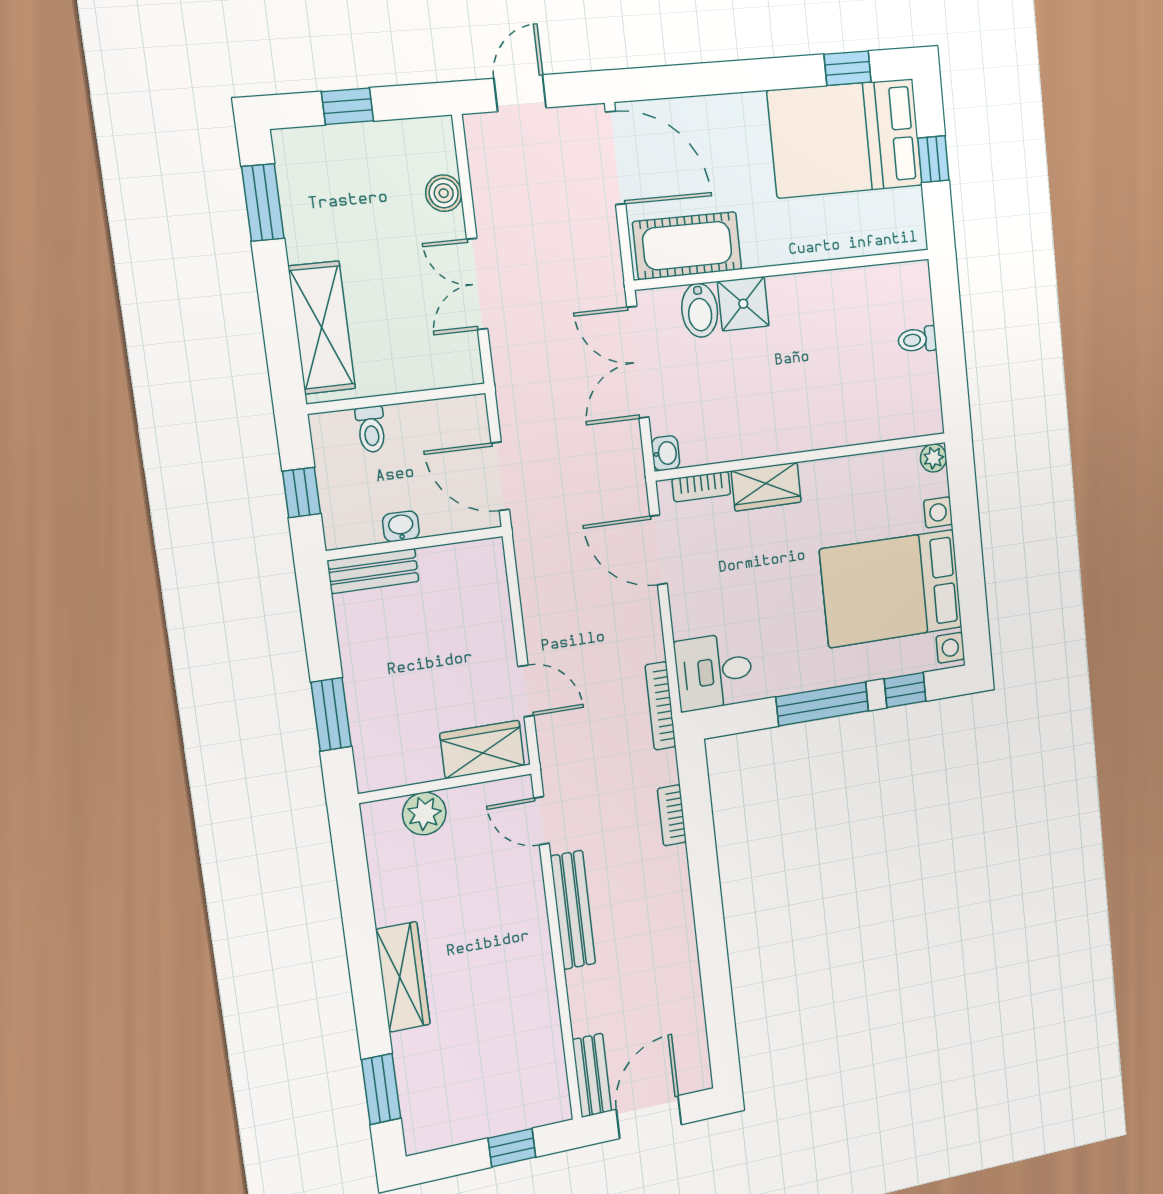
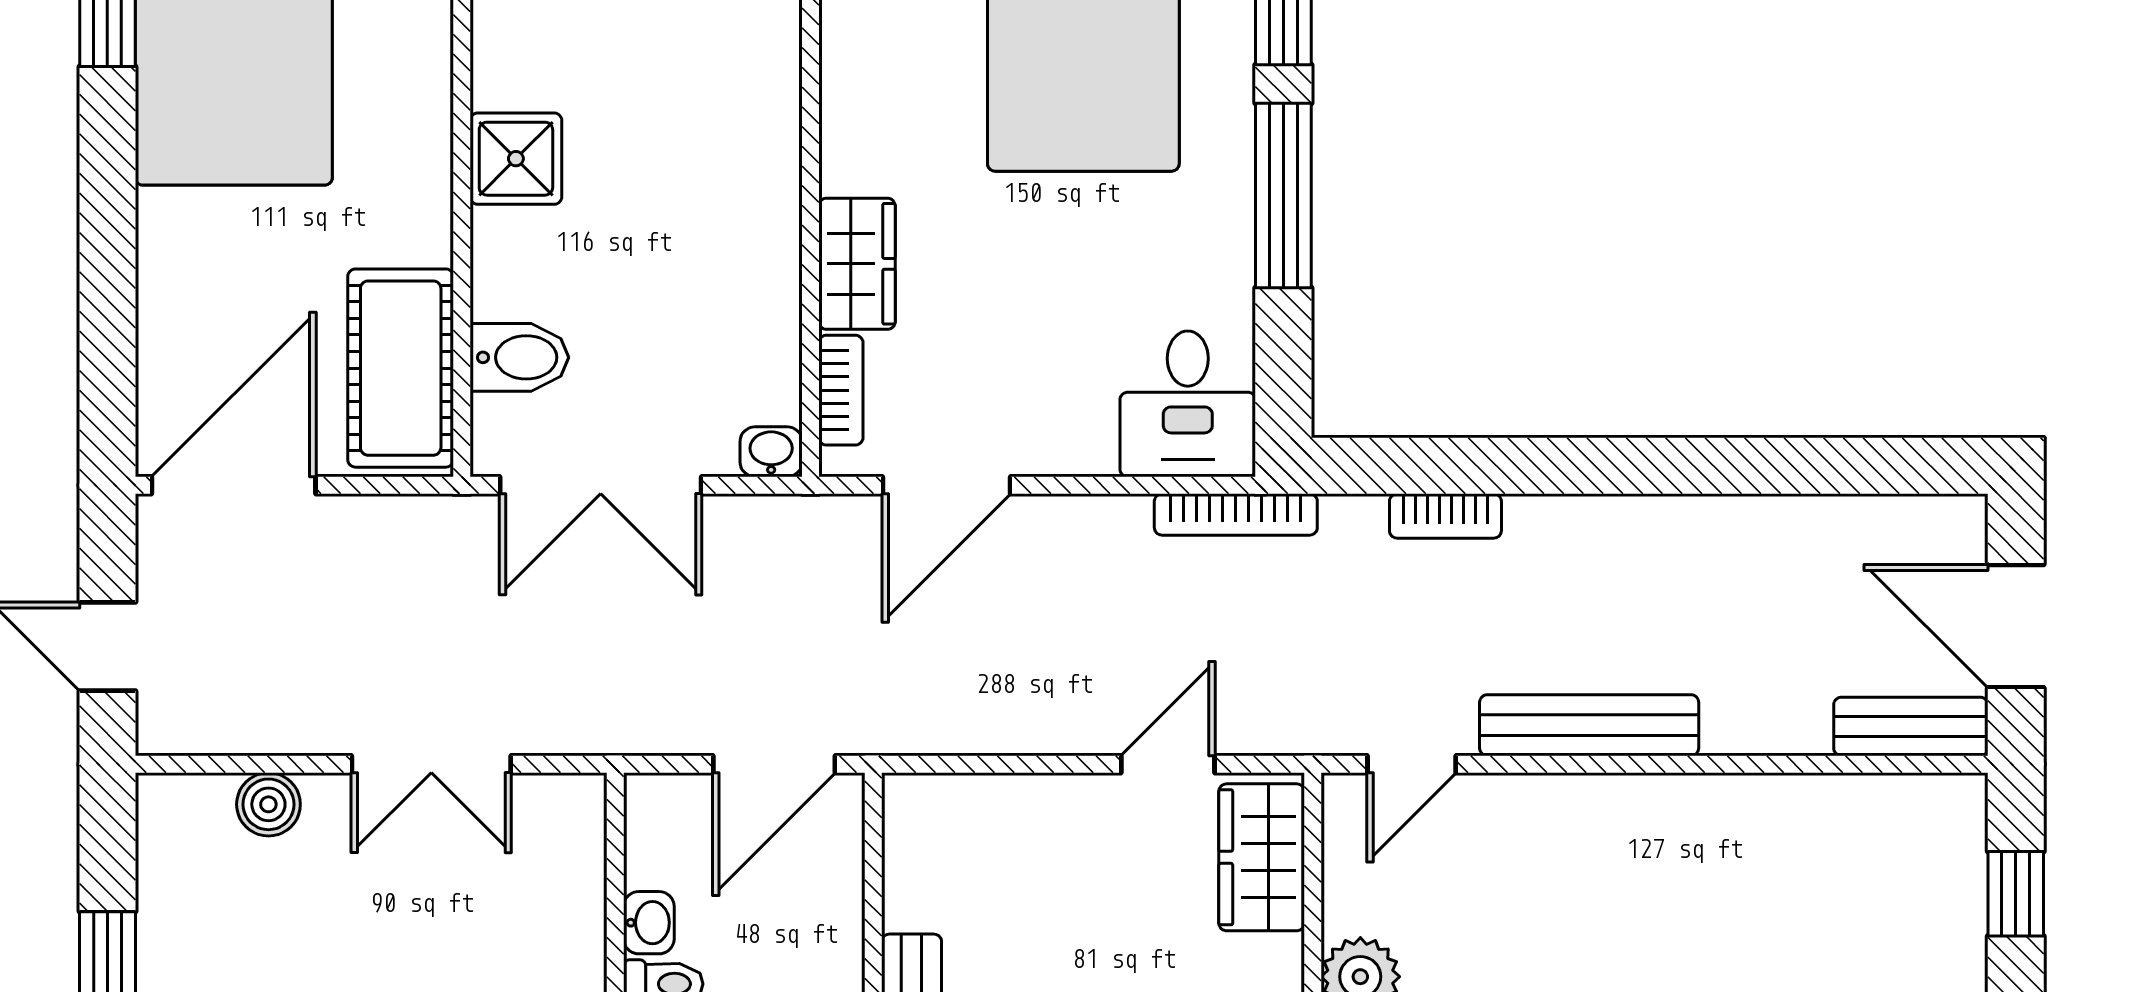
shower: (743, 304) -> (516, 159), moved
washbasin: (401, 526) -> (649, 923), moved, turned 180

